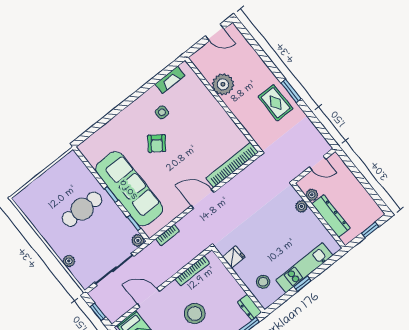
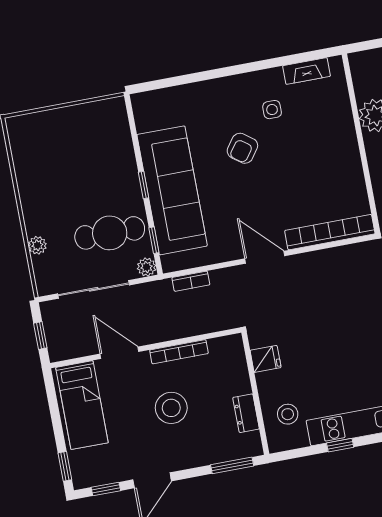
cafe table: (82, 209) -> (110, 233), moved
bookcase: (192, 271) -> (179, 352), moved
dresser: (250, 307) -> (246, 413), moved

